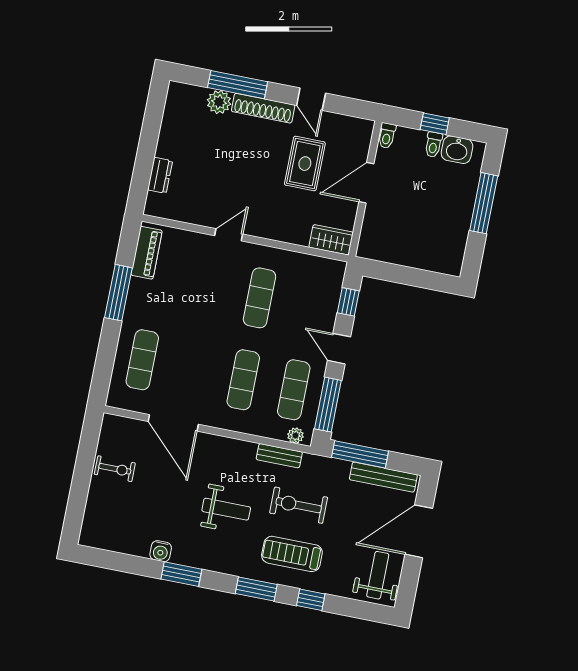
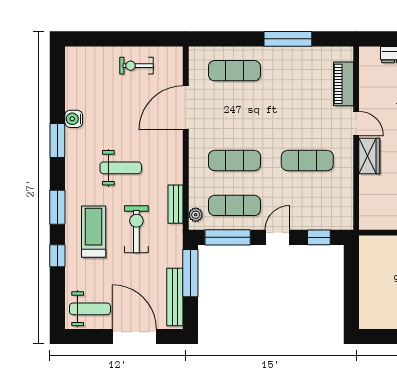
wardrobe: (331, 240) -> (369, 156), moved
piano: (146, 253) -> (343, 84), moved, turned 90
exercise bike: (115, 469) -> (137, 66), turned 90
weight bench: (226, 509) -> (121, 168), turned -90

